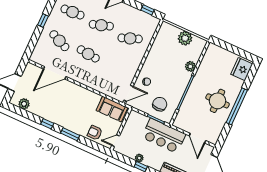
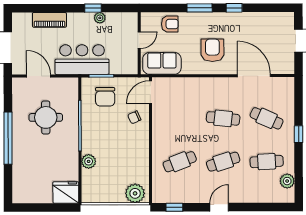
plant: (185, 38) -> (135, 193), moved
fridge: (242, 69) -> (66, 192), moved, turned -90
door: (55, 73) -> (254, 76), hinge flipped
round table: (218, 101) -> (46, 117), moved
armchair: (74, 102) -> (212, 50), added
plant: (24, 104) -> (274, 19), removed
door: (116, 141) -> (139, 40), moved

